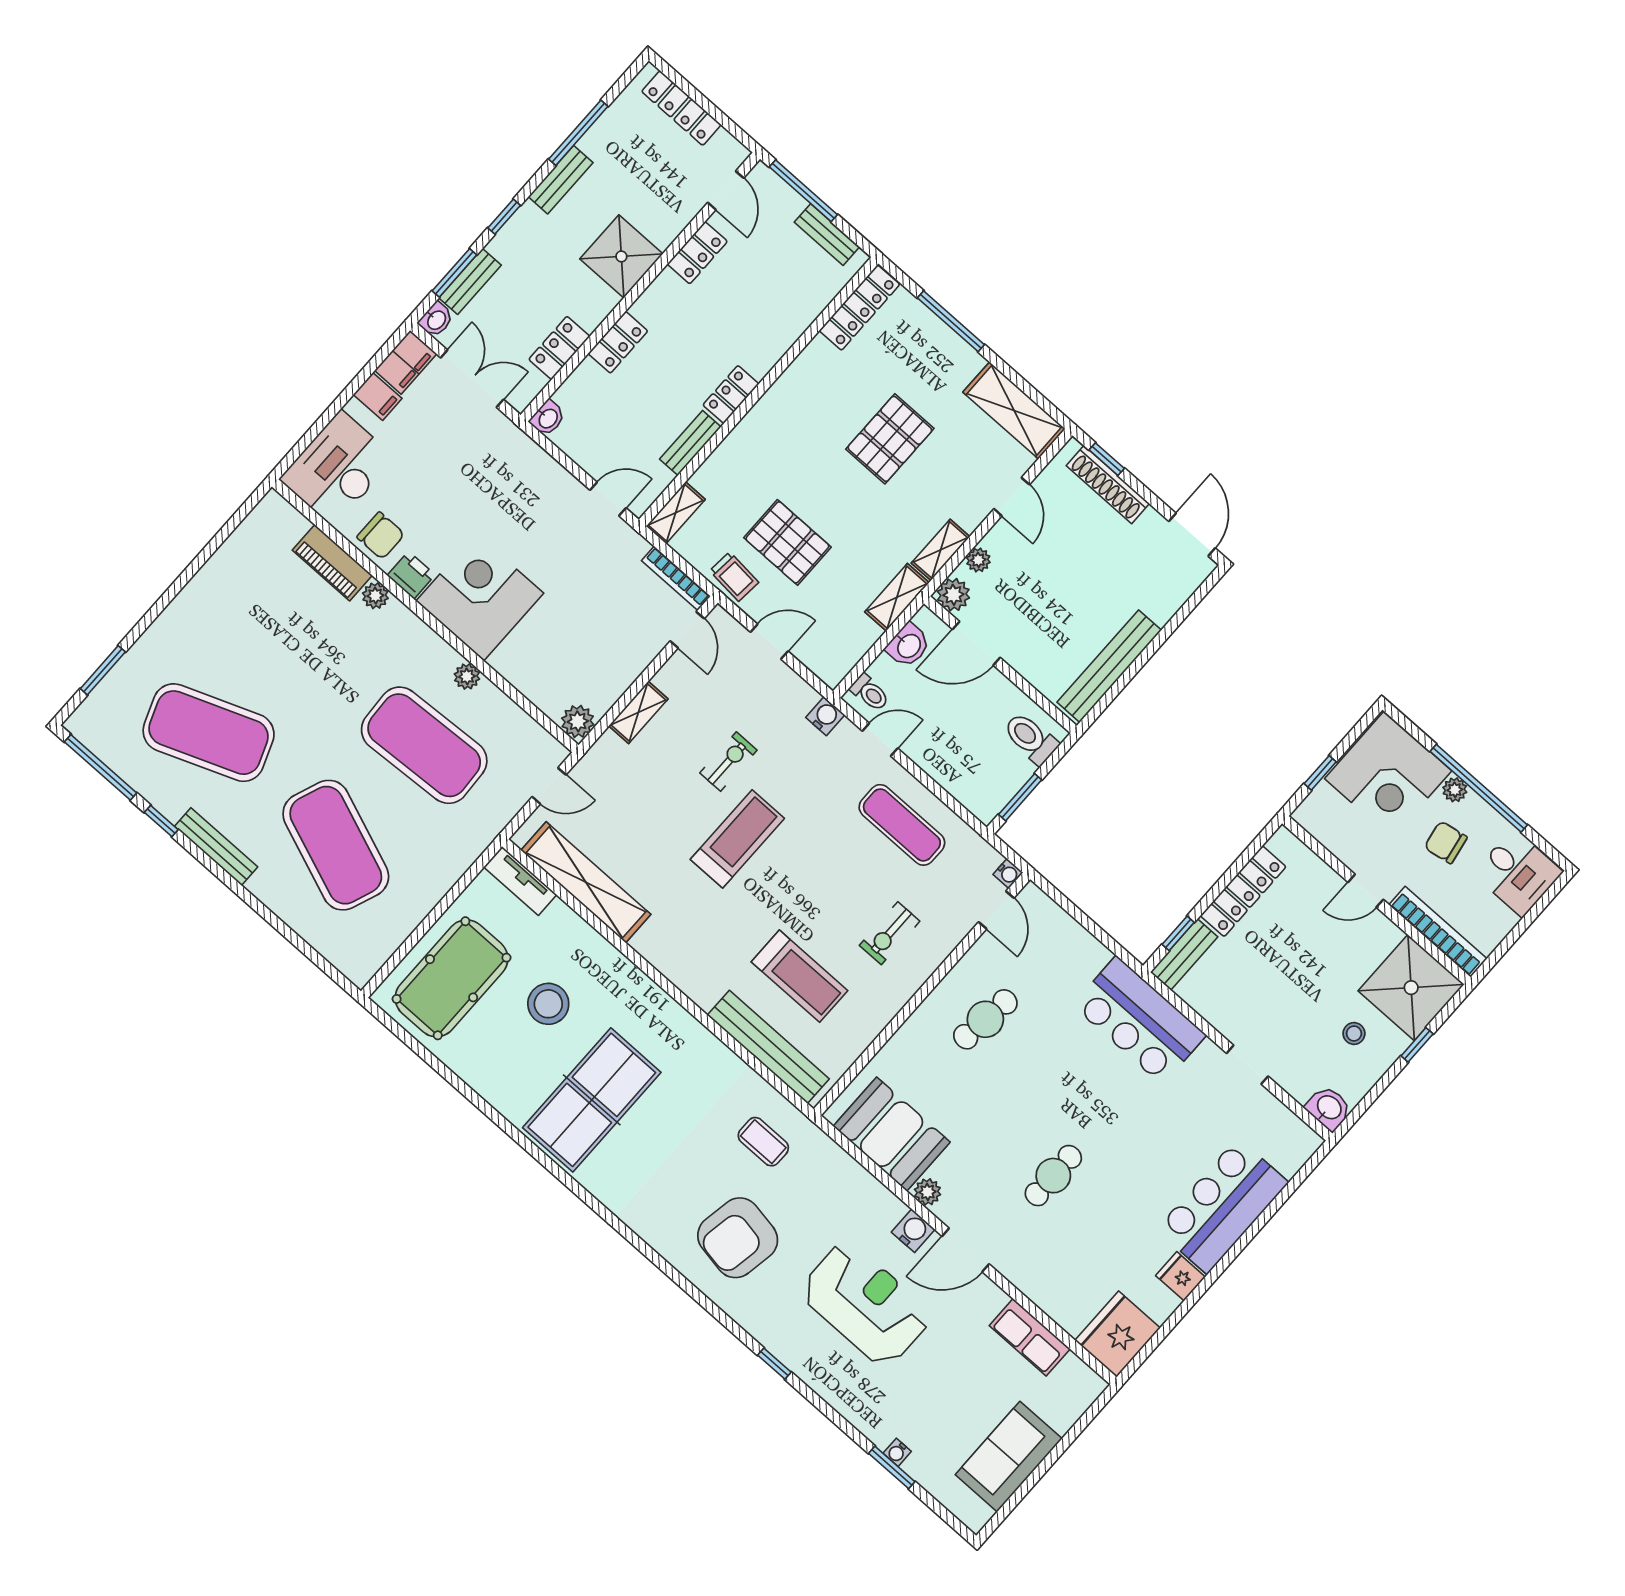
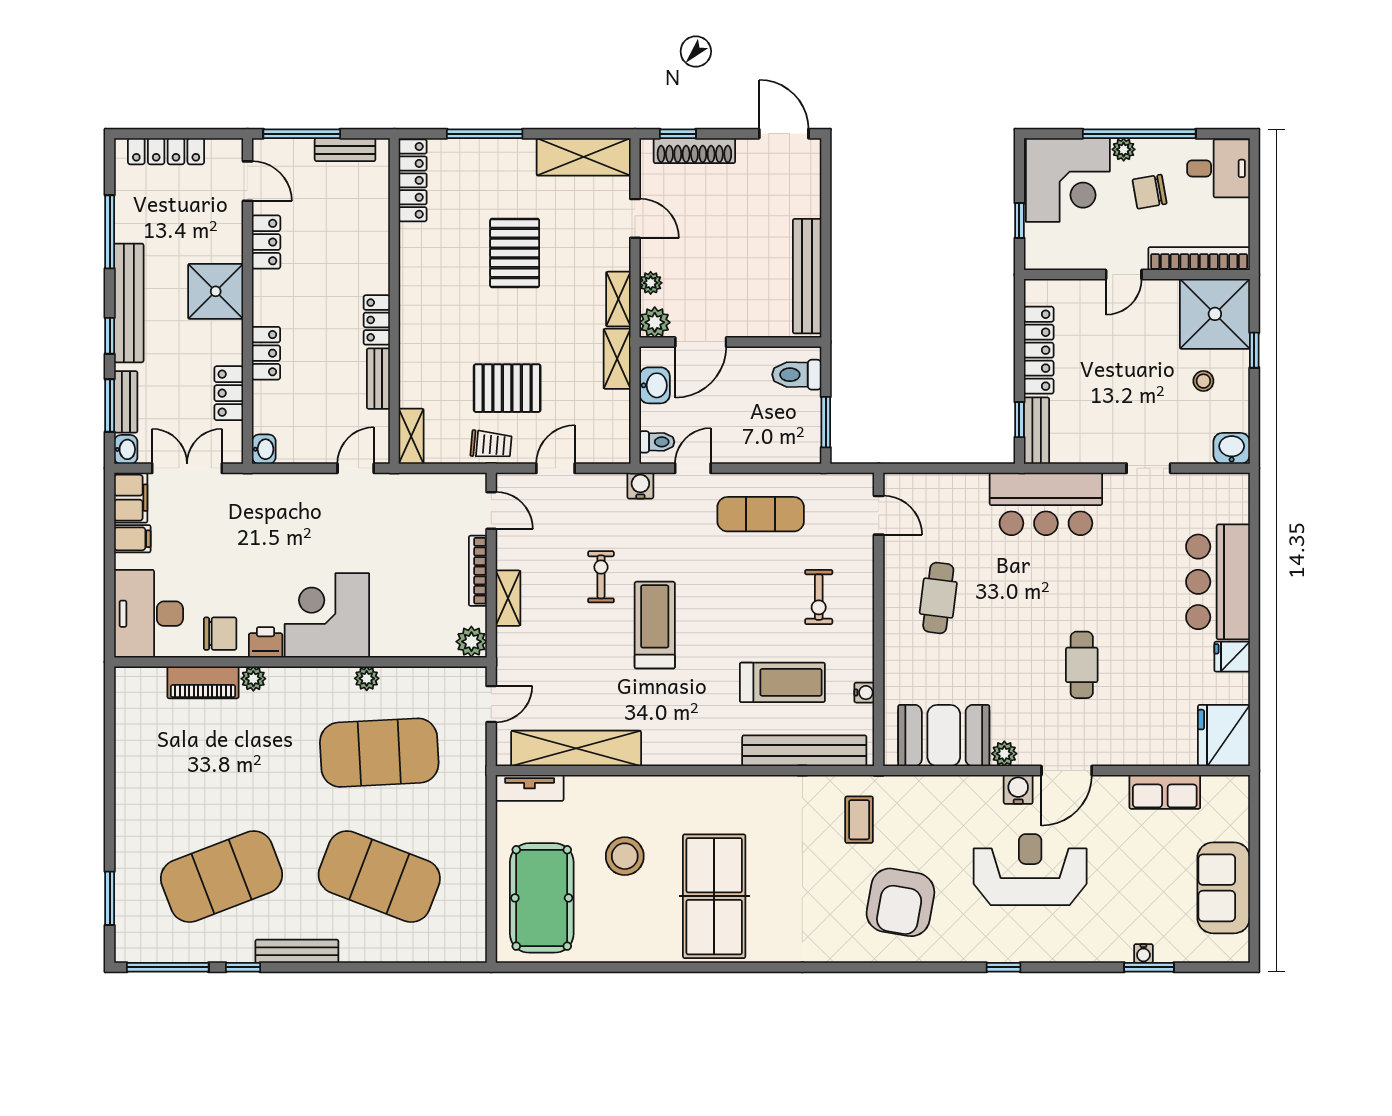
bench: (561, 180) -> (129, 303), width x1.86, depth x1.21
bookcase: (676, 578) -> (478, 571), moved, turned 90
water cooler: (1008, 873) -> (864, 693), moved
coffee table: (763, 1142) -> (859, 820), turned 90

